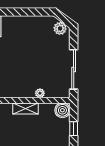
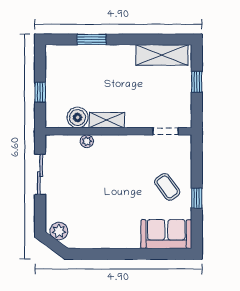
sliding door: (74, 69) -> (40, 174), width x0.73
boiler: (62, 110) -> (78, 118), moved

